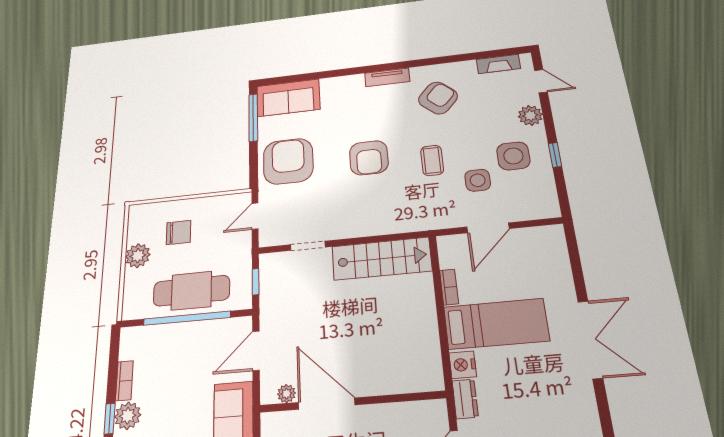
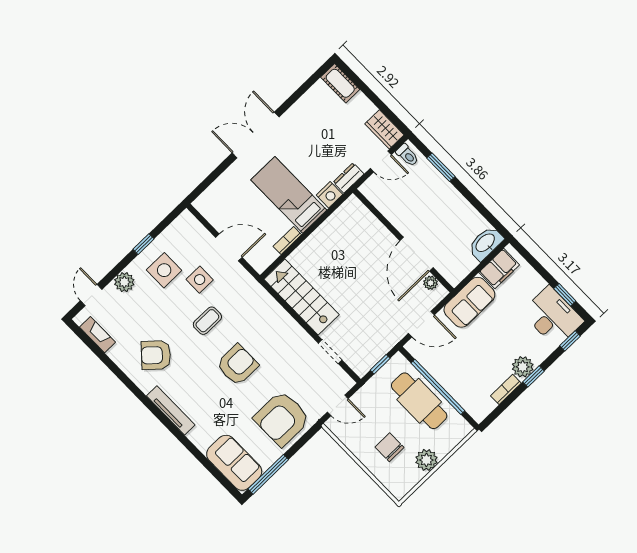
tv unit: (387, 77) -> (171, 410), width x1.41

